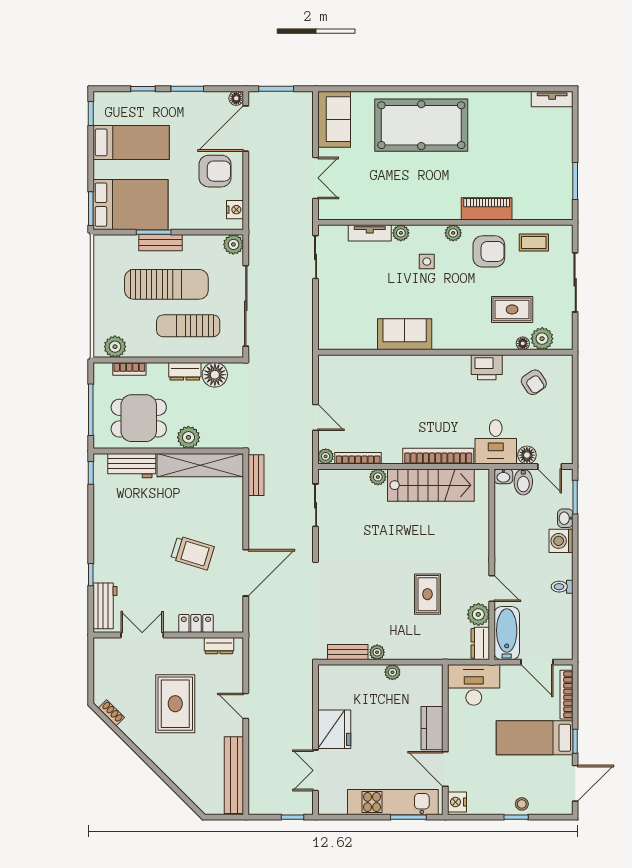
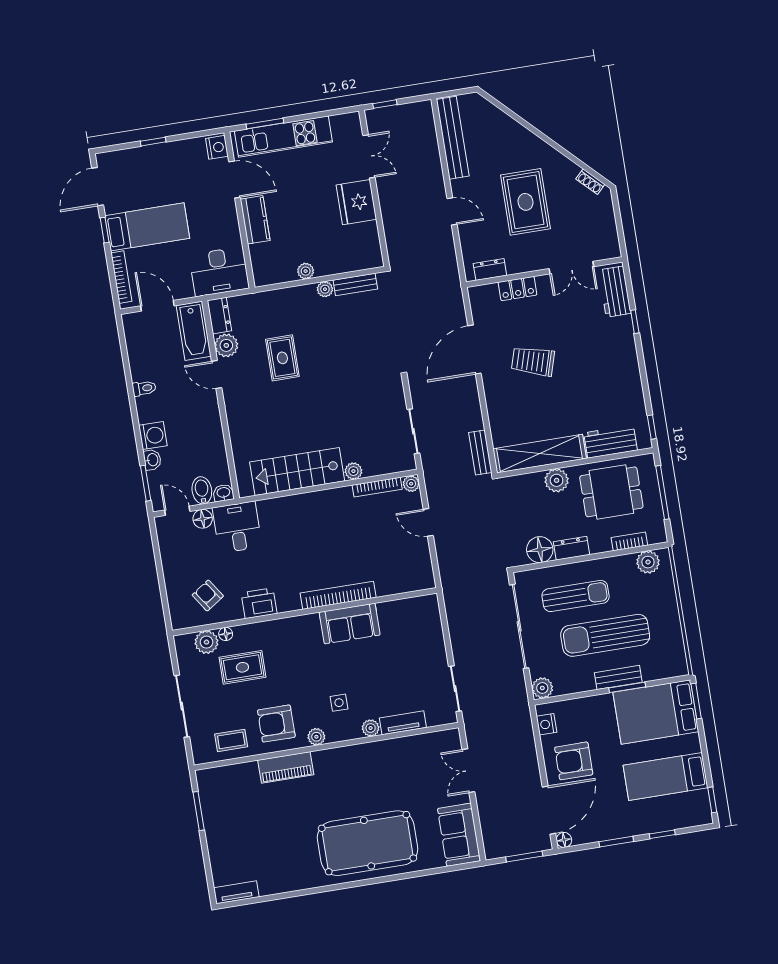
bookcase: (438, 456) -> (338, 595), moved, turned 180
stool: (522, 804) -> (149, 156), removed

